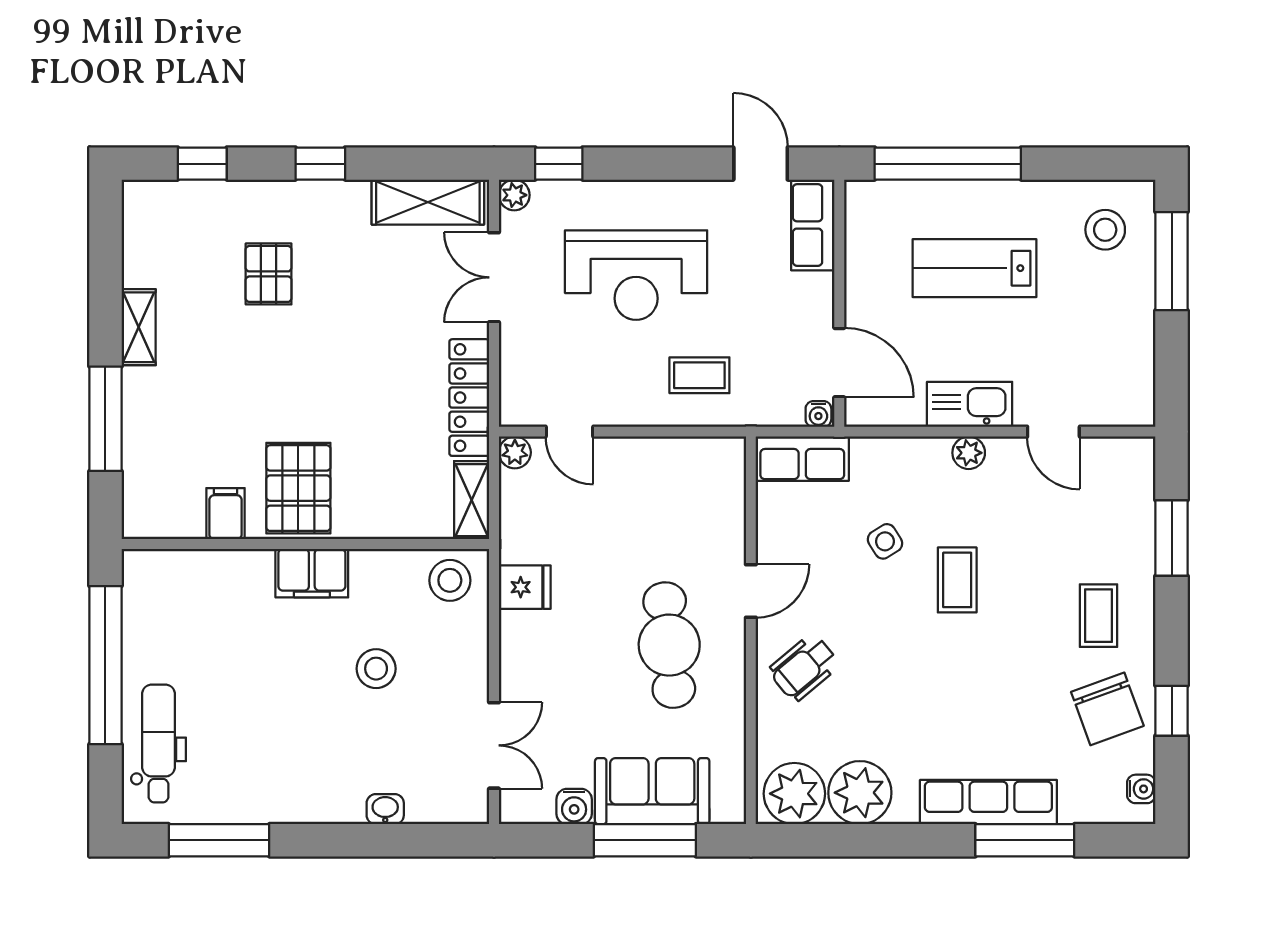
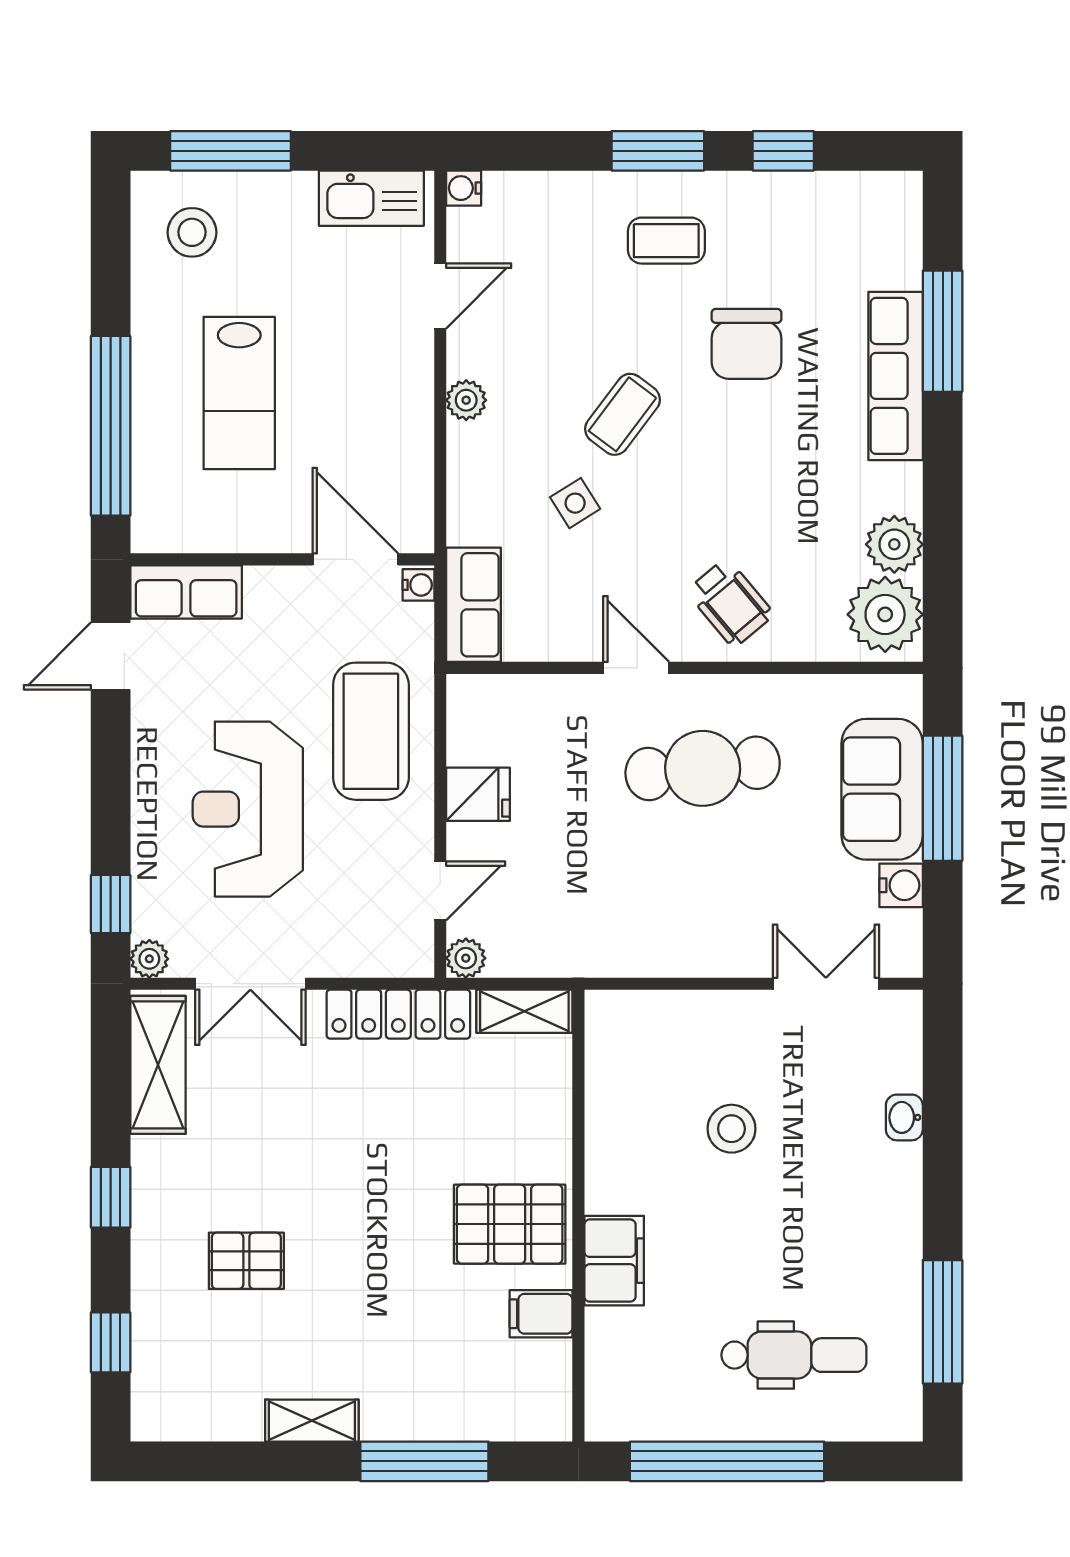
reception desk: (636, 275) -> (248, 809), turned 180
door: (839, 363) -> (355, 559), hinge flipped
coffee table: (699, 375) -> (371, 731), width x1.86, depth x1.72
kitchen sink: (970, 404) -> (371, 198), moved, turned -90
window: (1172, 538) -> (658, 151), moved
filing cabinet: (312, 573) -> (614, 1261), moved
stool: (450, 580) -> (623, 1038), removed
coffee table: (957, 580) -> (622, 414), turned -53
fridge: (525, 587) -> (478, 794), moved, turned 90
chair: (1107, 709) -> (746, 344), moved, turned 110
dental chair: (159, 743) -> (794, 1355), moved, turned 180
water cooler: (1141, 789) -> (464, 188), moved, turned -90
plant: (860, 793) -> (894, 544), width x0.73, depth x0.73

